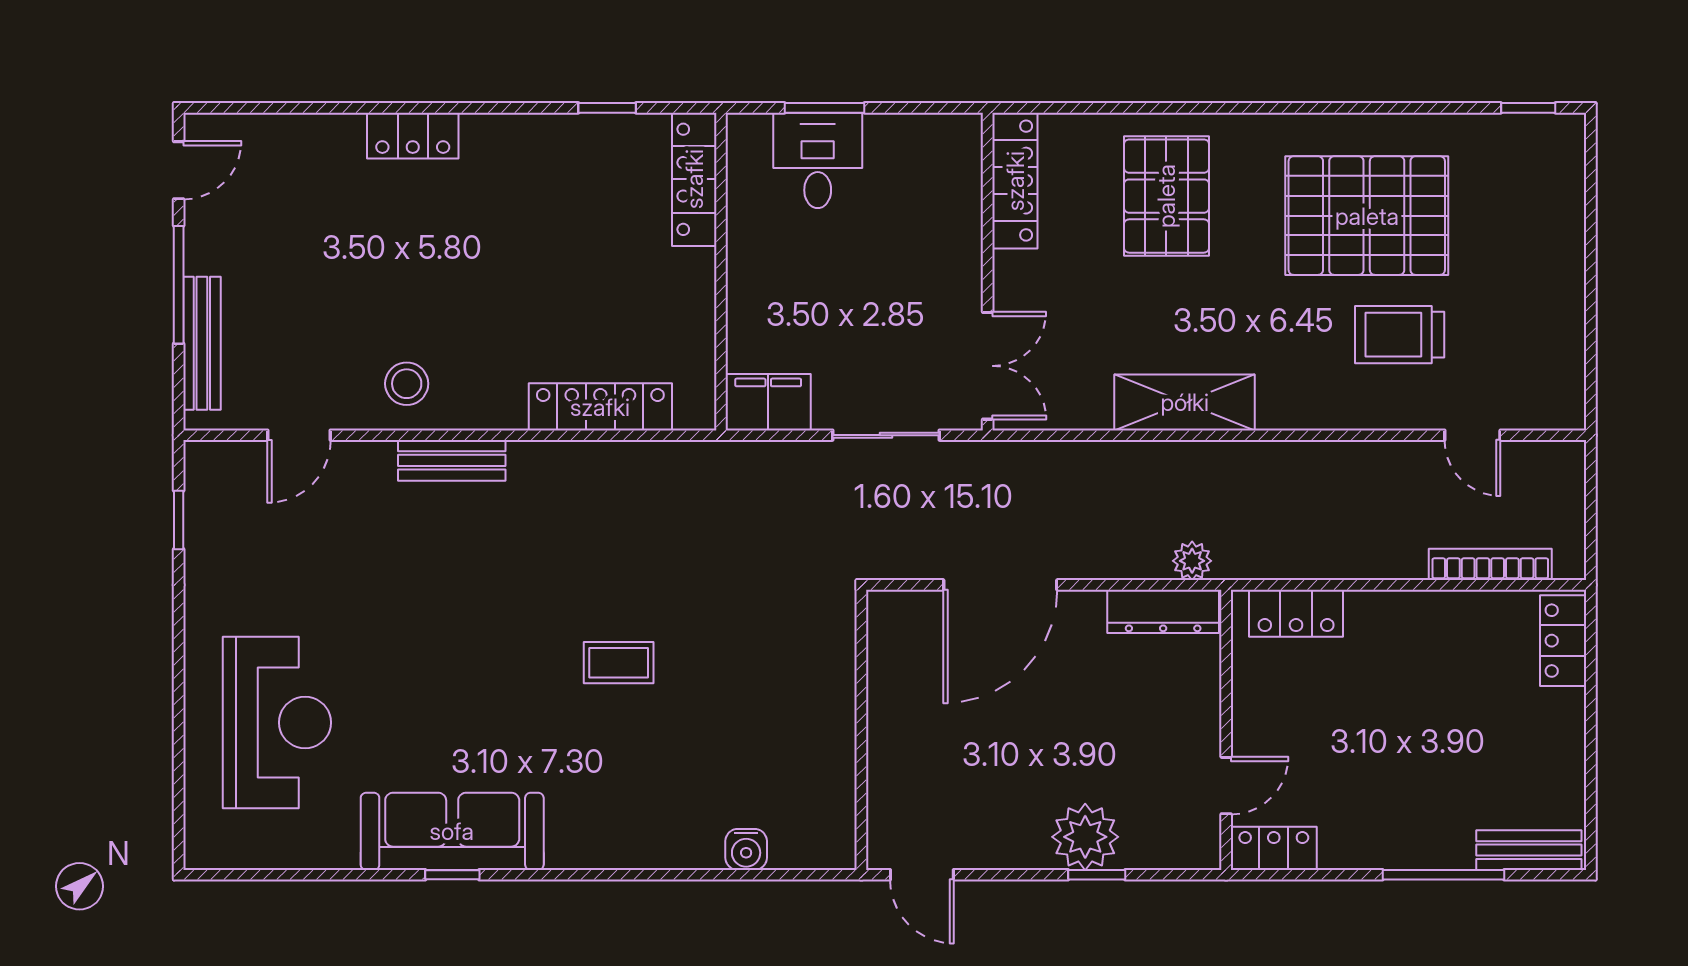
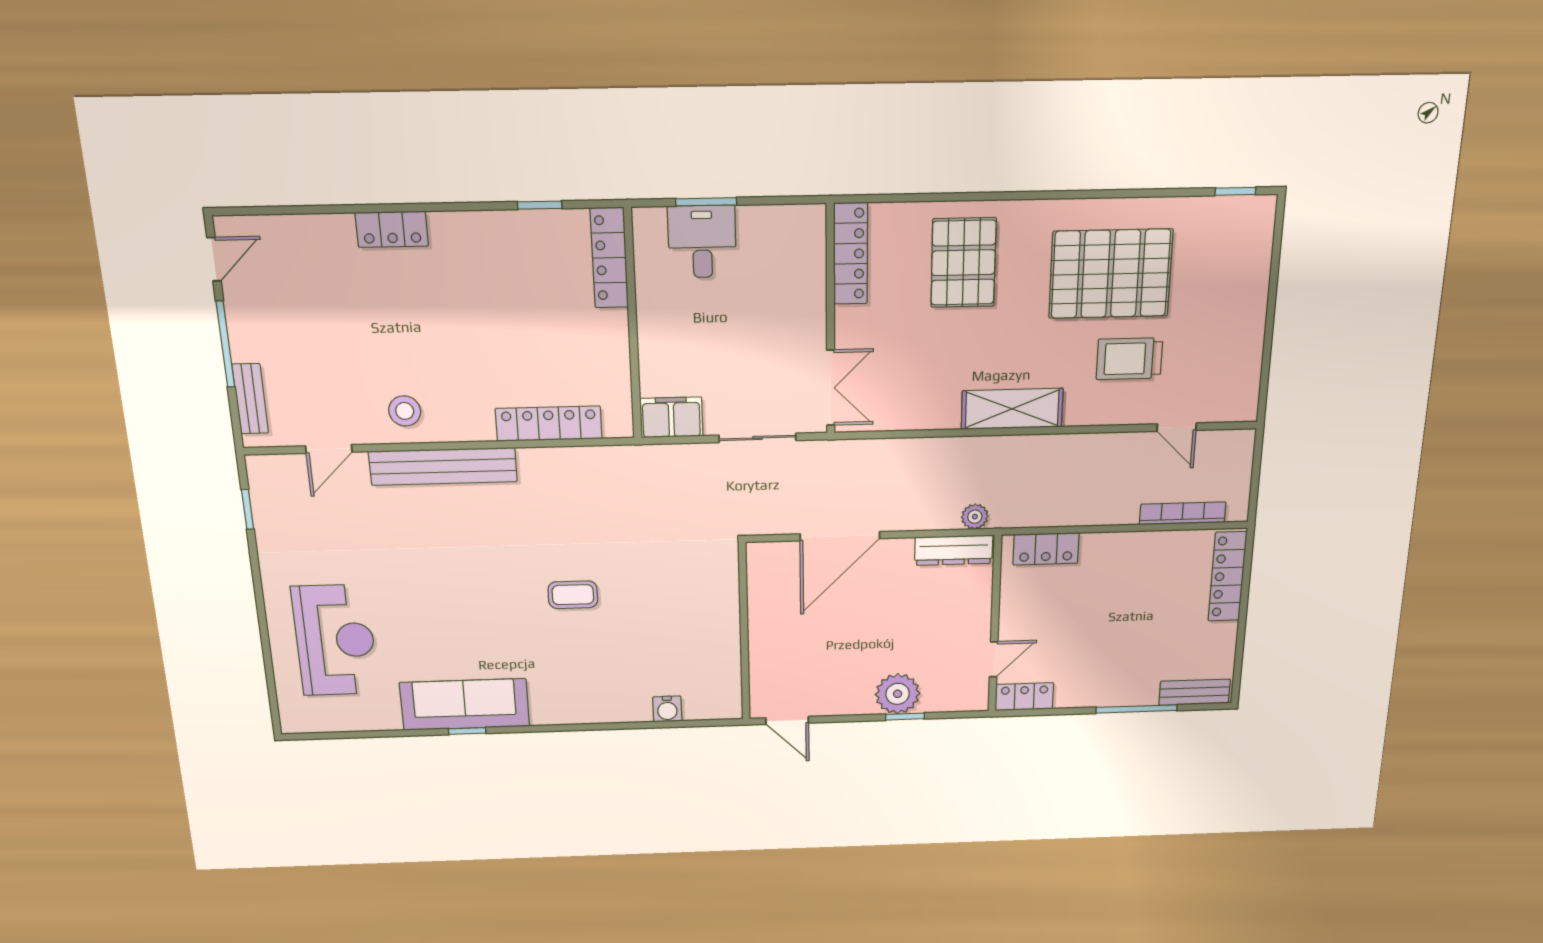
bench: (202, 343) -> (250, 399), width x0.73
shelving: (1185, 402) -> (1012, 409), moved
bench: (452, 460) -> (443, 466), width x1.86, depth x1.21
locker: (1563, 641) -> (1227, 576), width x1.53

